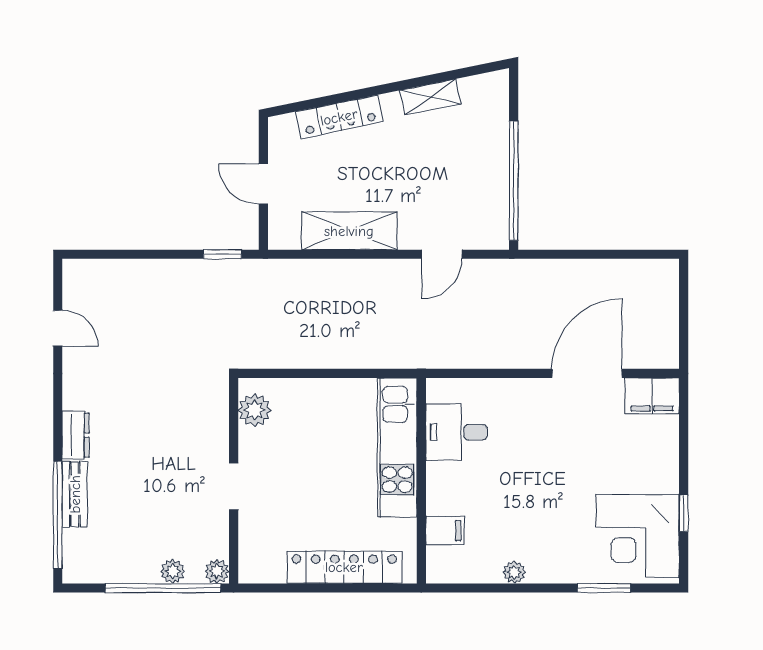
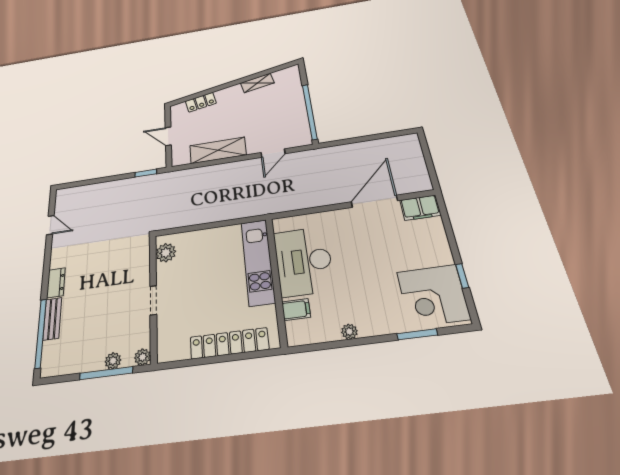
locker: (339, 117) -> (201, 102), width x0.66
desk: (456, 432) -> (304, 261), width x1.87, depth x1.30
window: (163, 588) -> (106, 373), width x0.68

